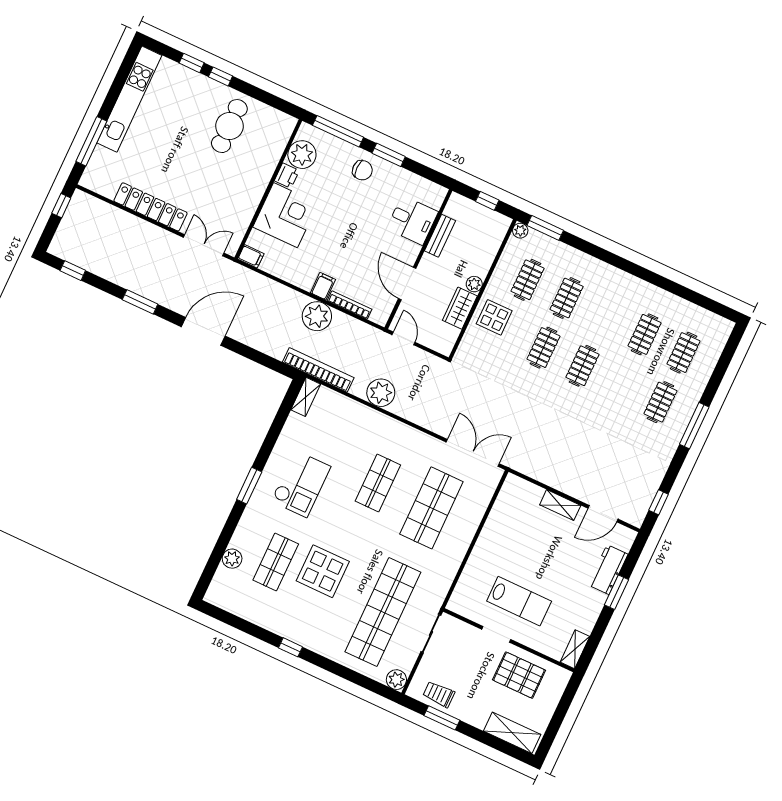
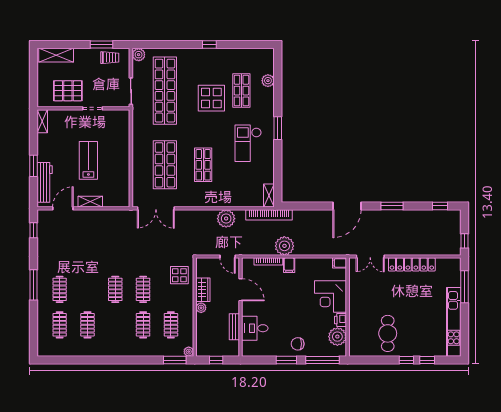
display table: (494, 317) -> (179, 275), moved
workbench: (608, 570) -> (45, 182), width x1.37
lab bench: (519, 601) -> (88, 160), moved, turned 90

